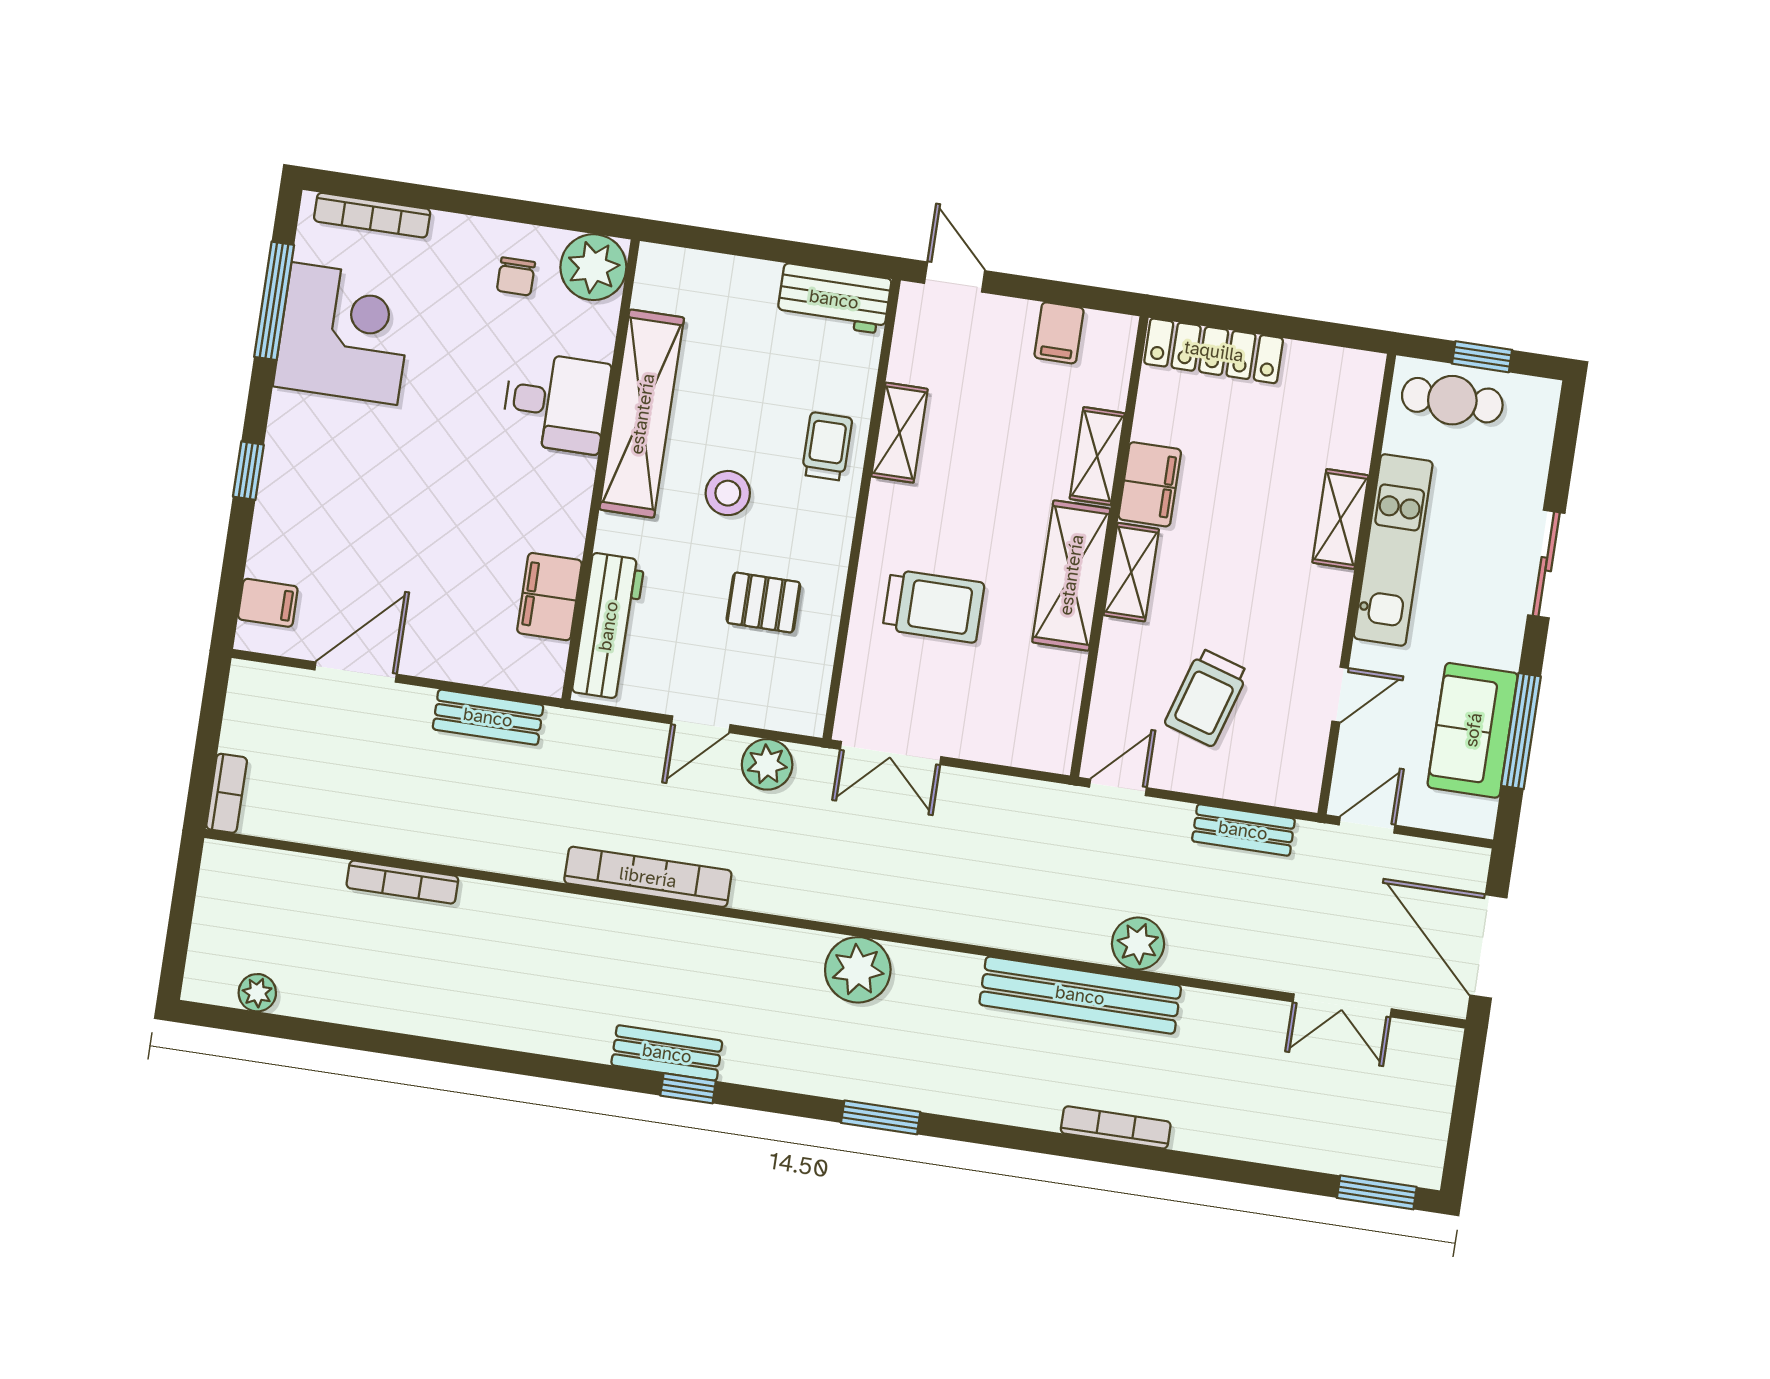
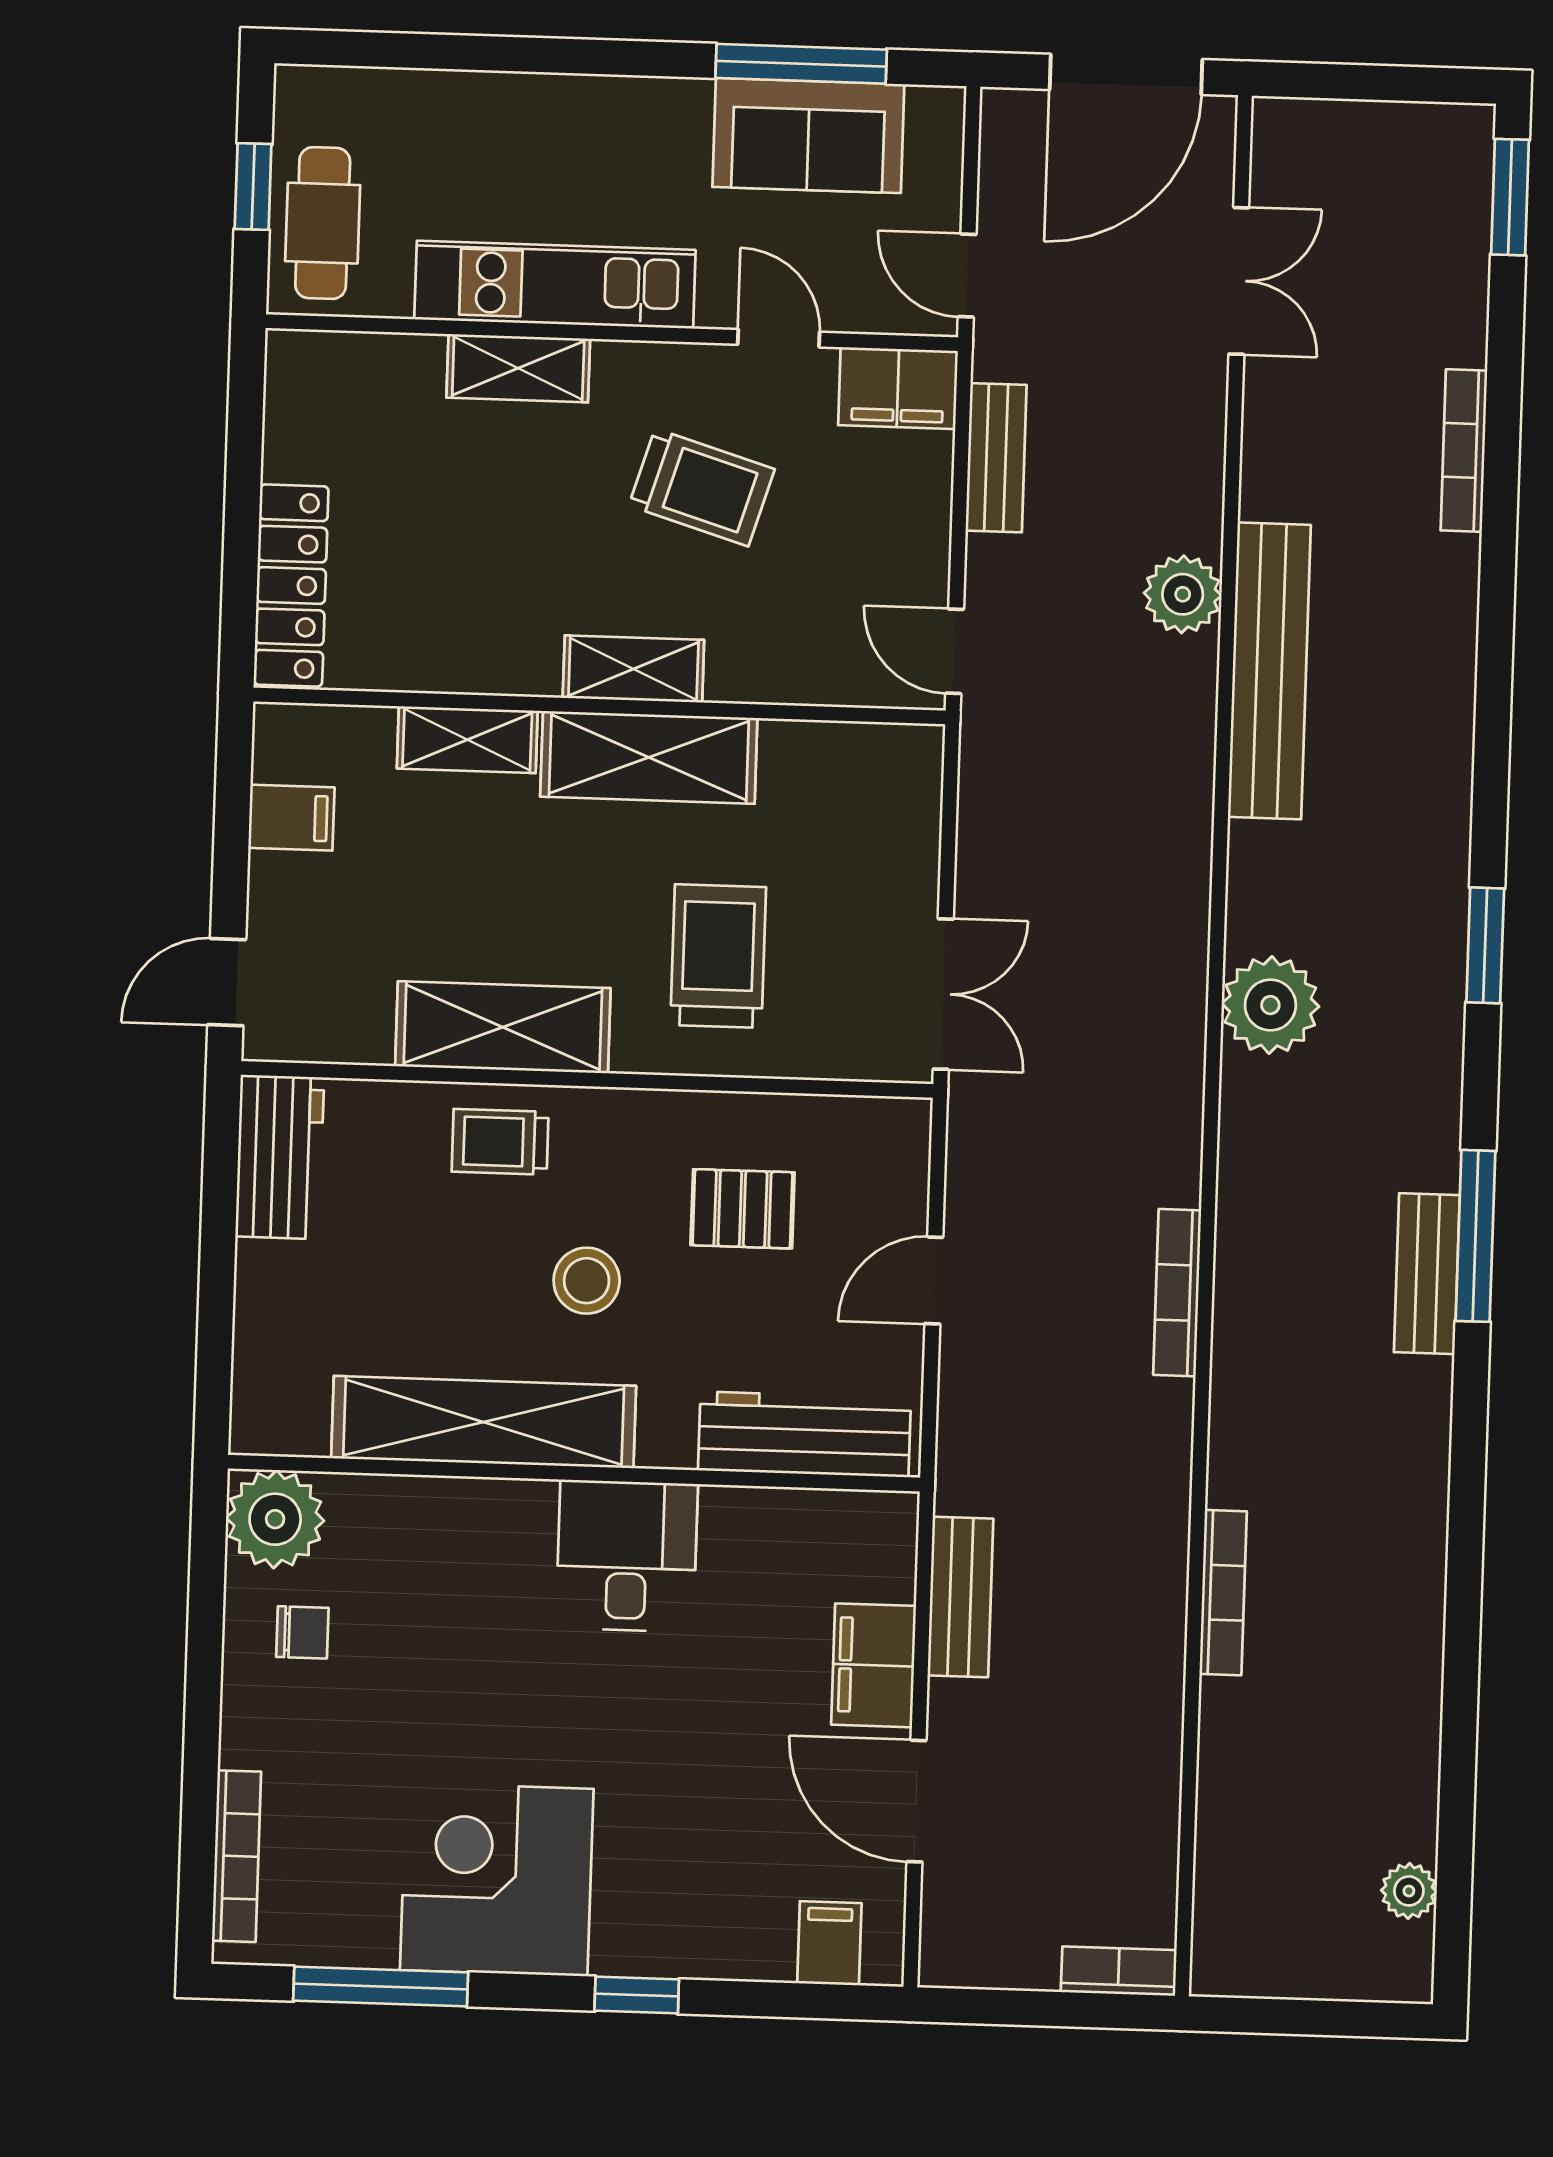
corner desk: (344, 333) -> (497, 1880), moved
desk: (556, 403) -> (627, 1556), moved
shelving: (900, 433) -> (503, 1027), width x1.50, depth x1.33
filing cabinet: (1150, 484) -> (898, 388), moved, turned 180
sliding door: (1546, 564) -> (549, 55), removed
filing cabinet: (549, 597) -> (874, 1665), moved, turned 90
pallet: (763, 603) -> (743, 1209), turned 90
trolley: (1207, 697) -> (702, 487), moved
door: (701, 724) -> (934, 1280), swing flipped
plant: (767, 764) -> (982, 1175), removed
bookcase: (648, 877) -> (1177, 1293), width x0.68, depth x0.76
bookcase: (402, 882) -> (1223, 1593), moved
window: (688, 1088) -> (1476, 1236), width x2.17
bookcase: (1116, 1127) -> (1464, 450), moved

